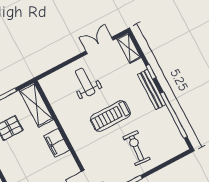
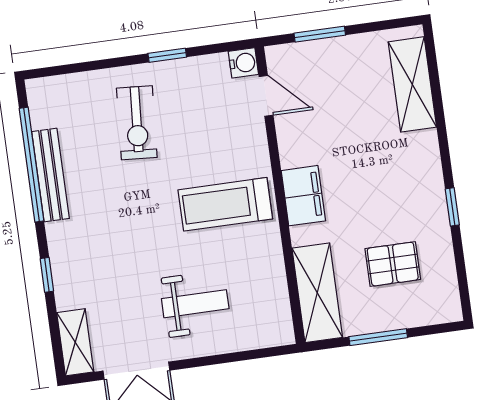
weight bench: (85, 82) -> (195, 304), turned -90
bench: (152, 90) -> (50, 175), moved
treadmill: (110, 116) -> (225, 204), moved, turned 180

